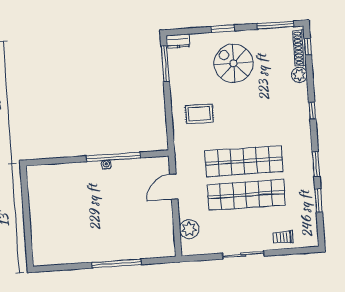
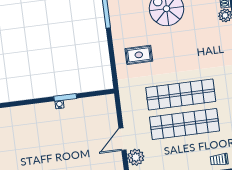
window: (113, 157) -> (65, 97), width x0.47
door: (174, 187) -> (122, 139), moved

